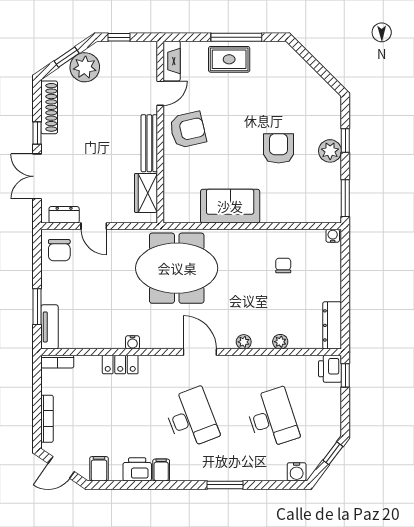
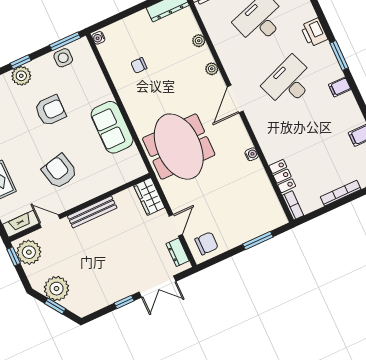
window: (119, 37) -> (14, 256), moved
plant: (137, 56) -> (29, 252), added
shoe rack: (49, 107) -> (100, 302), removed
armchair: (188, 130) -> (59, 171), moved
armchair: (279, 148) -> (50, 111), turned 180
plant: (330, 151) -> (21, 76), moved
side table: (329, 188) -> (63, 58), added
wardrobe: (146, 193) -> (149, 196), moved, turned 90
tv unit: (50, 327) -> (269, 224), removed
locker: (120, 365) -> (282, 176), moved
printer: (137, 469) -> (314, 32), moved
window: (225, 485) -> (339, 56), moved

